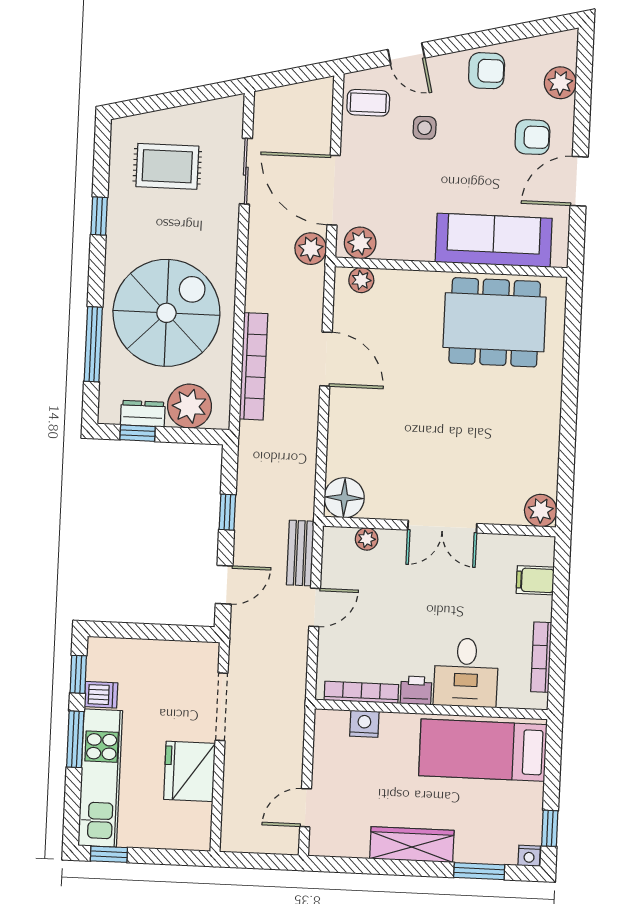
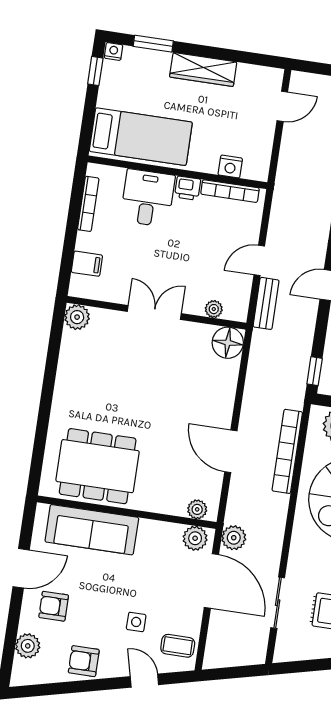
window: (227, 512) -> (315, 371), moved

